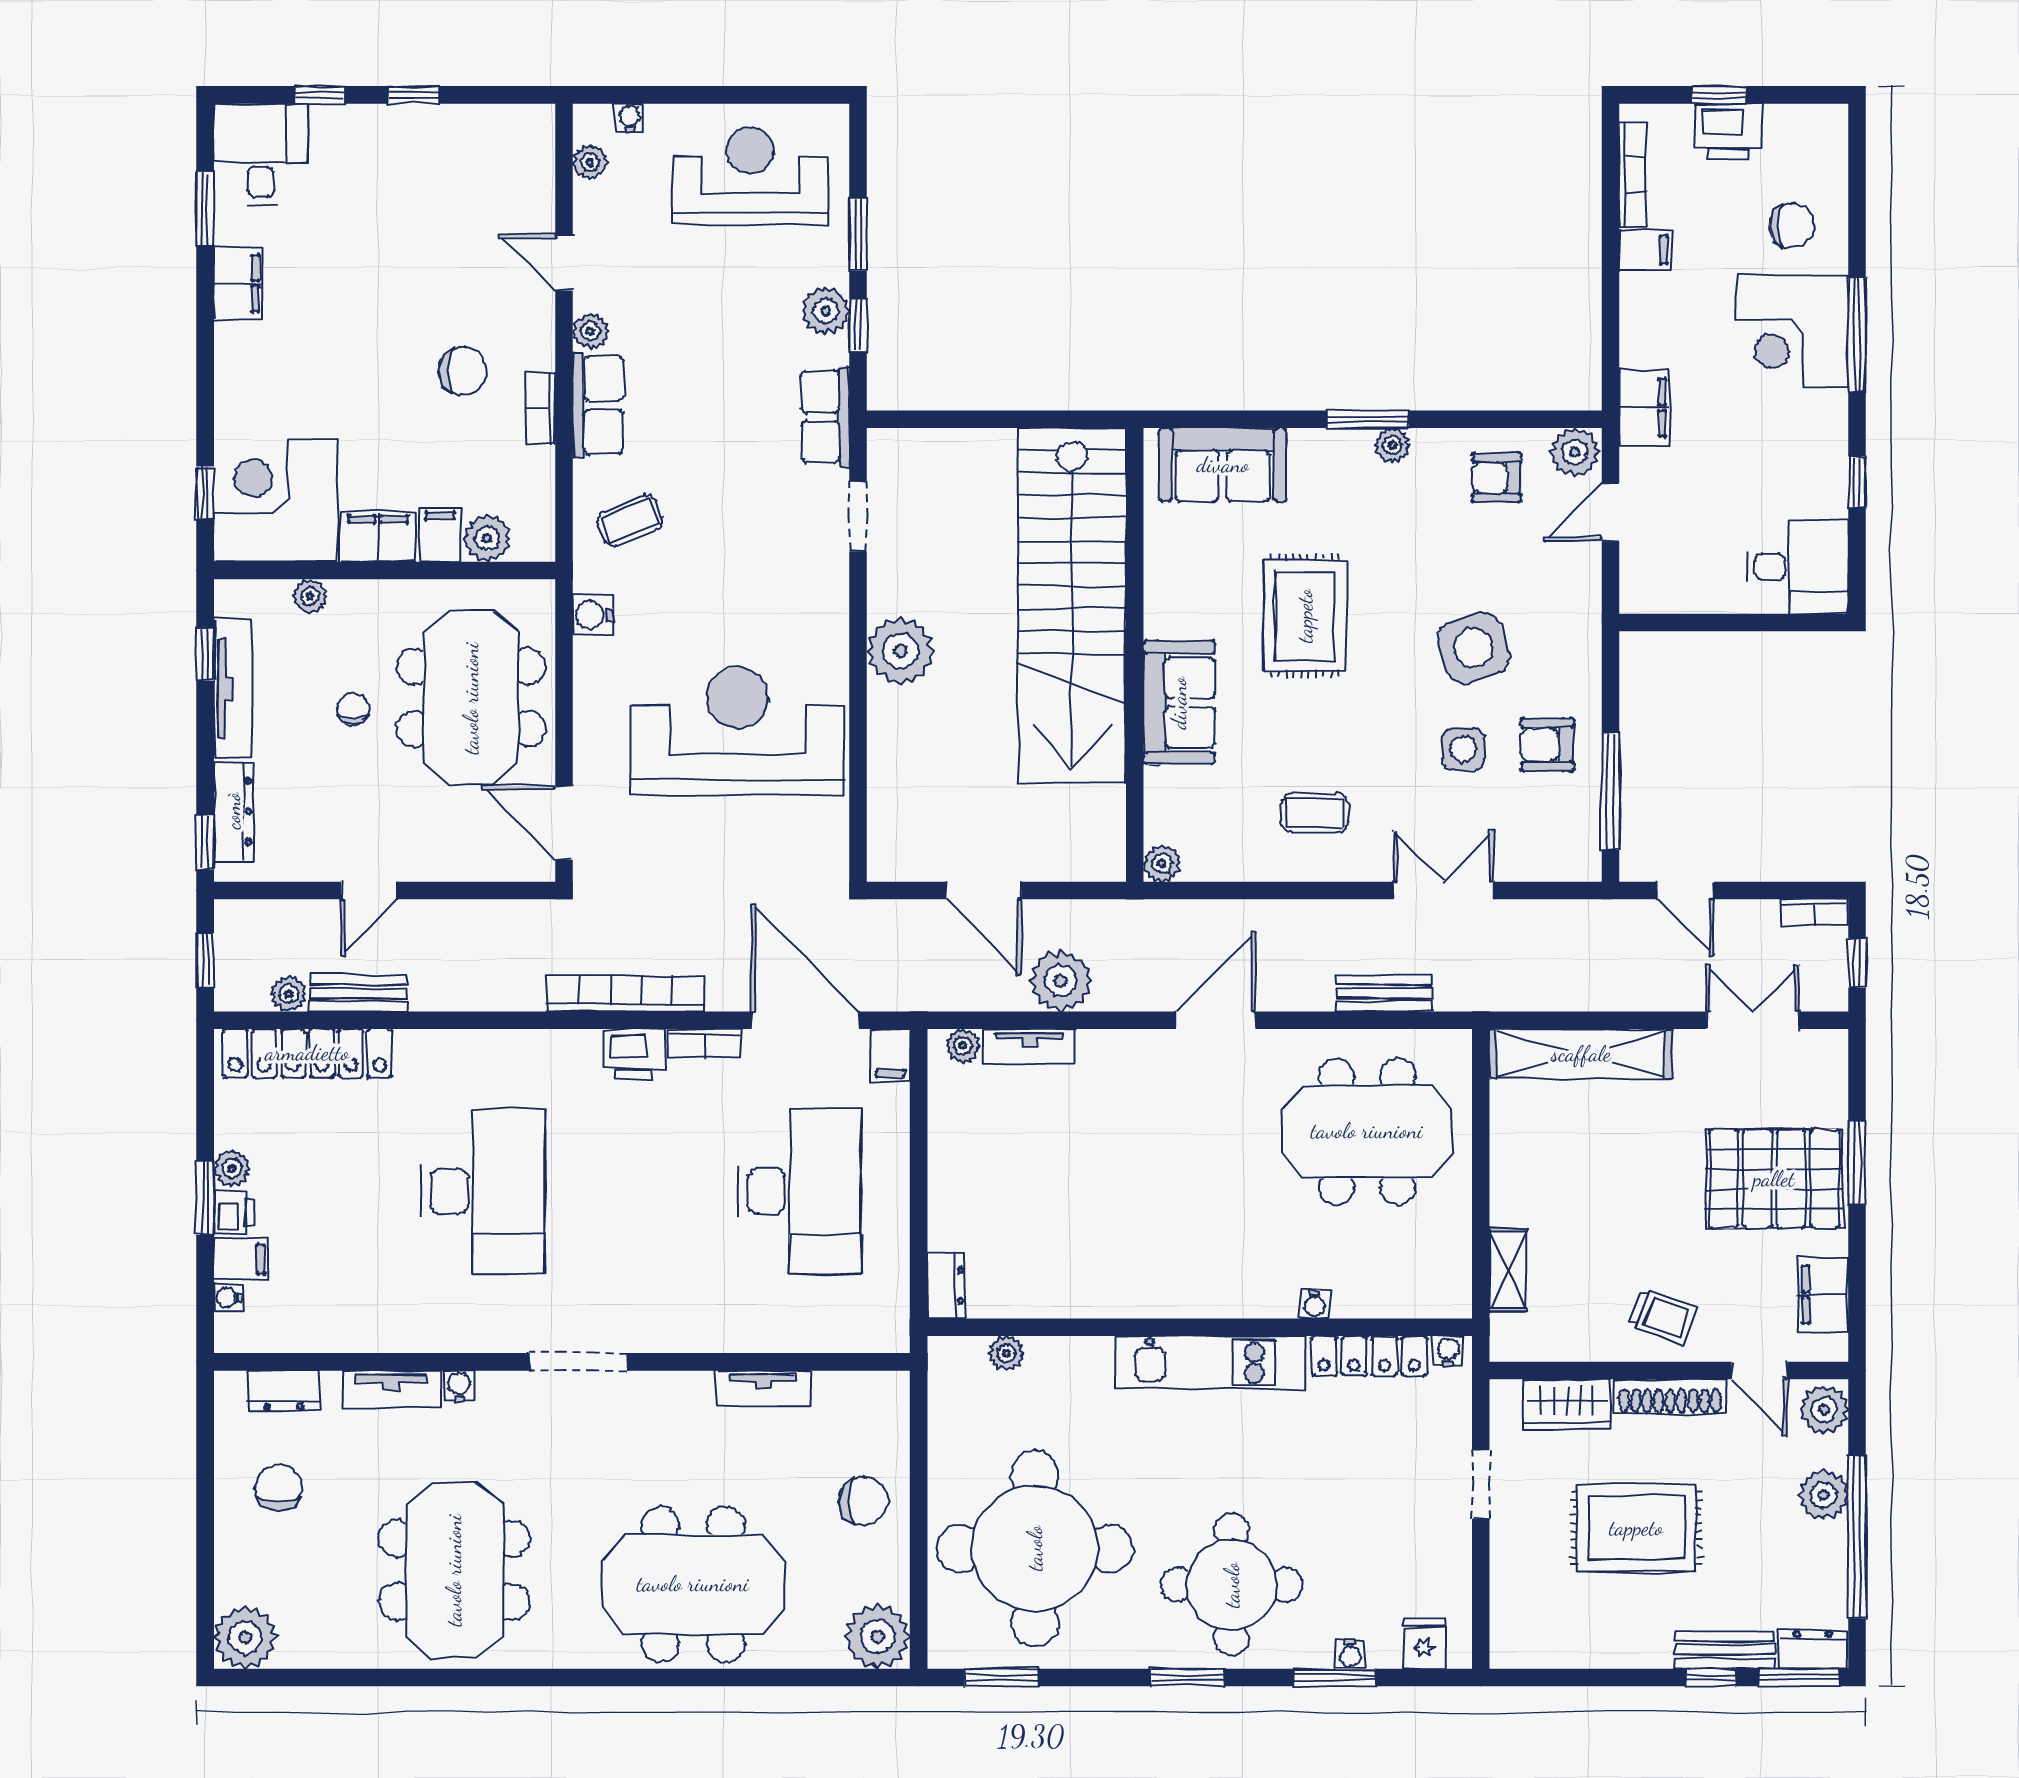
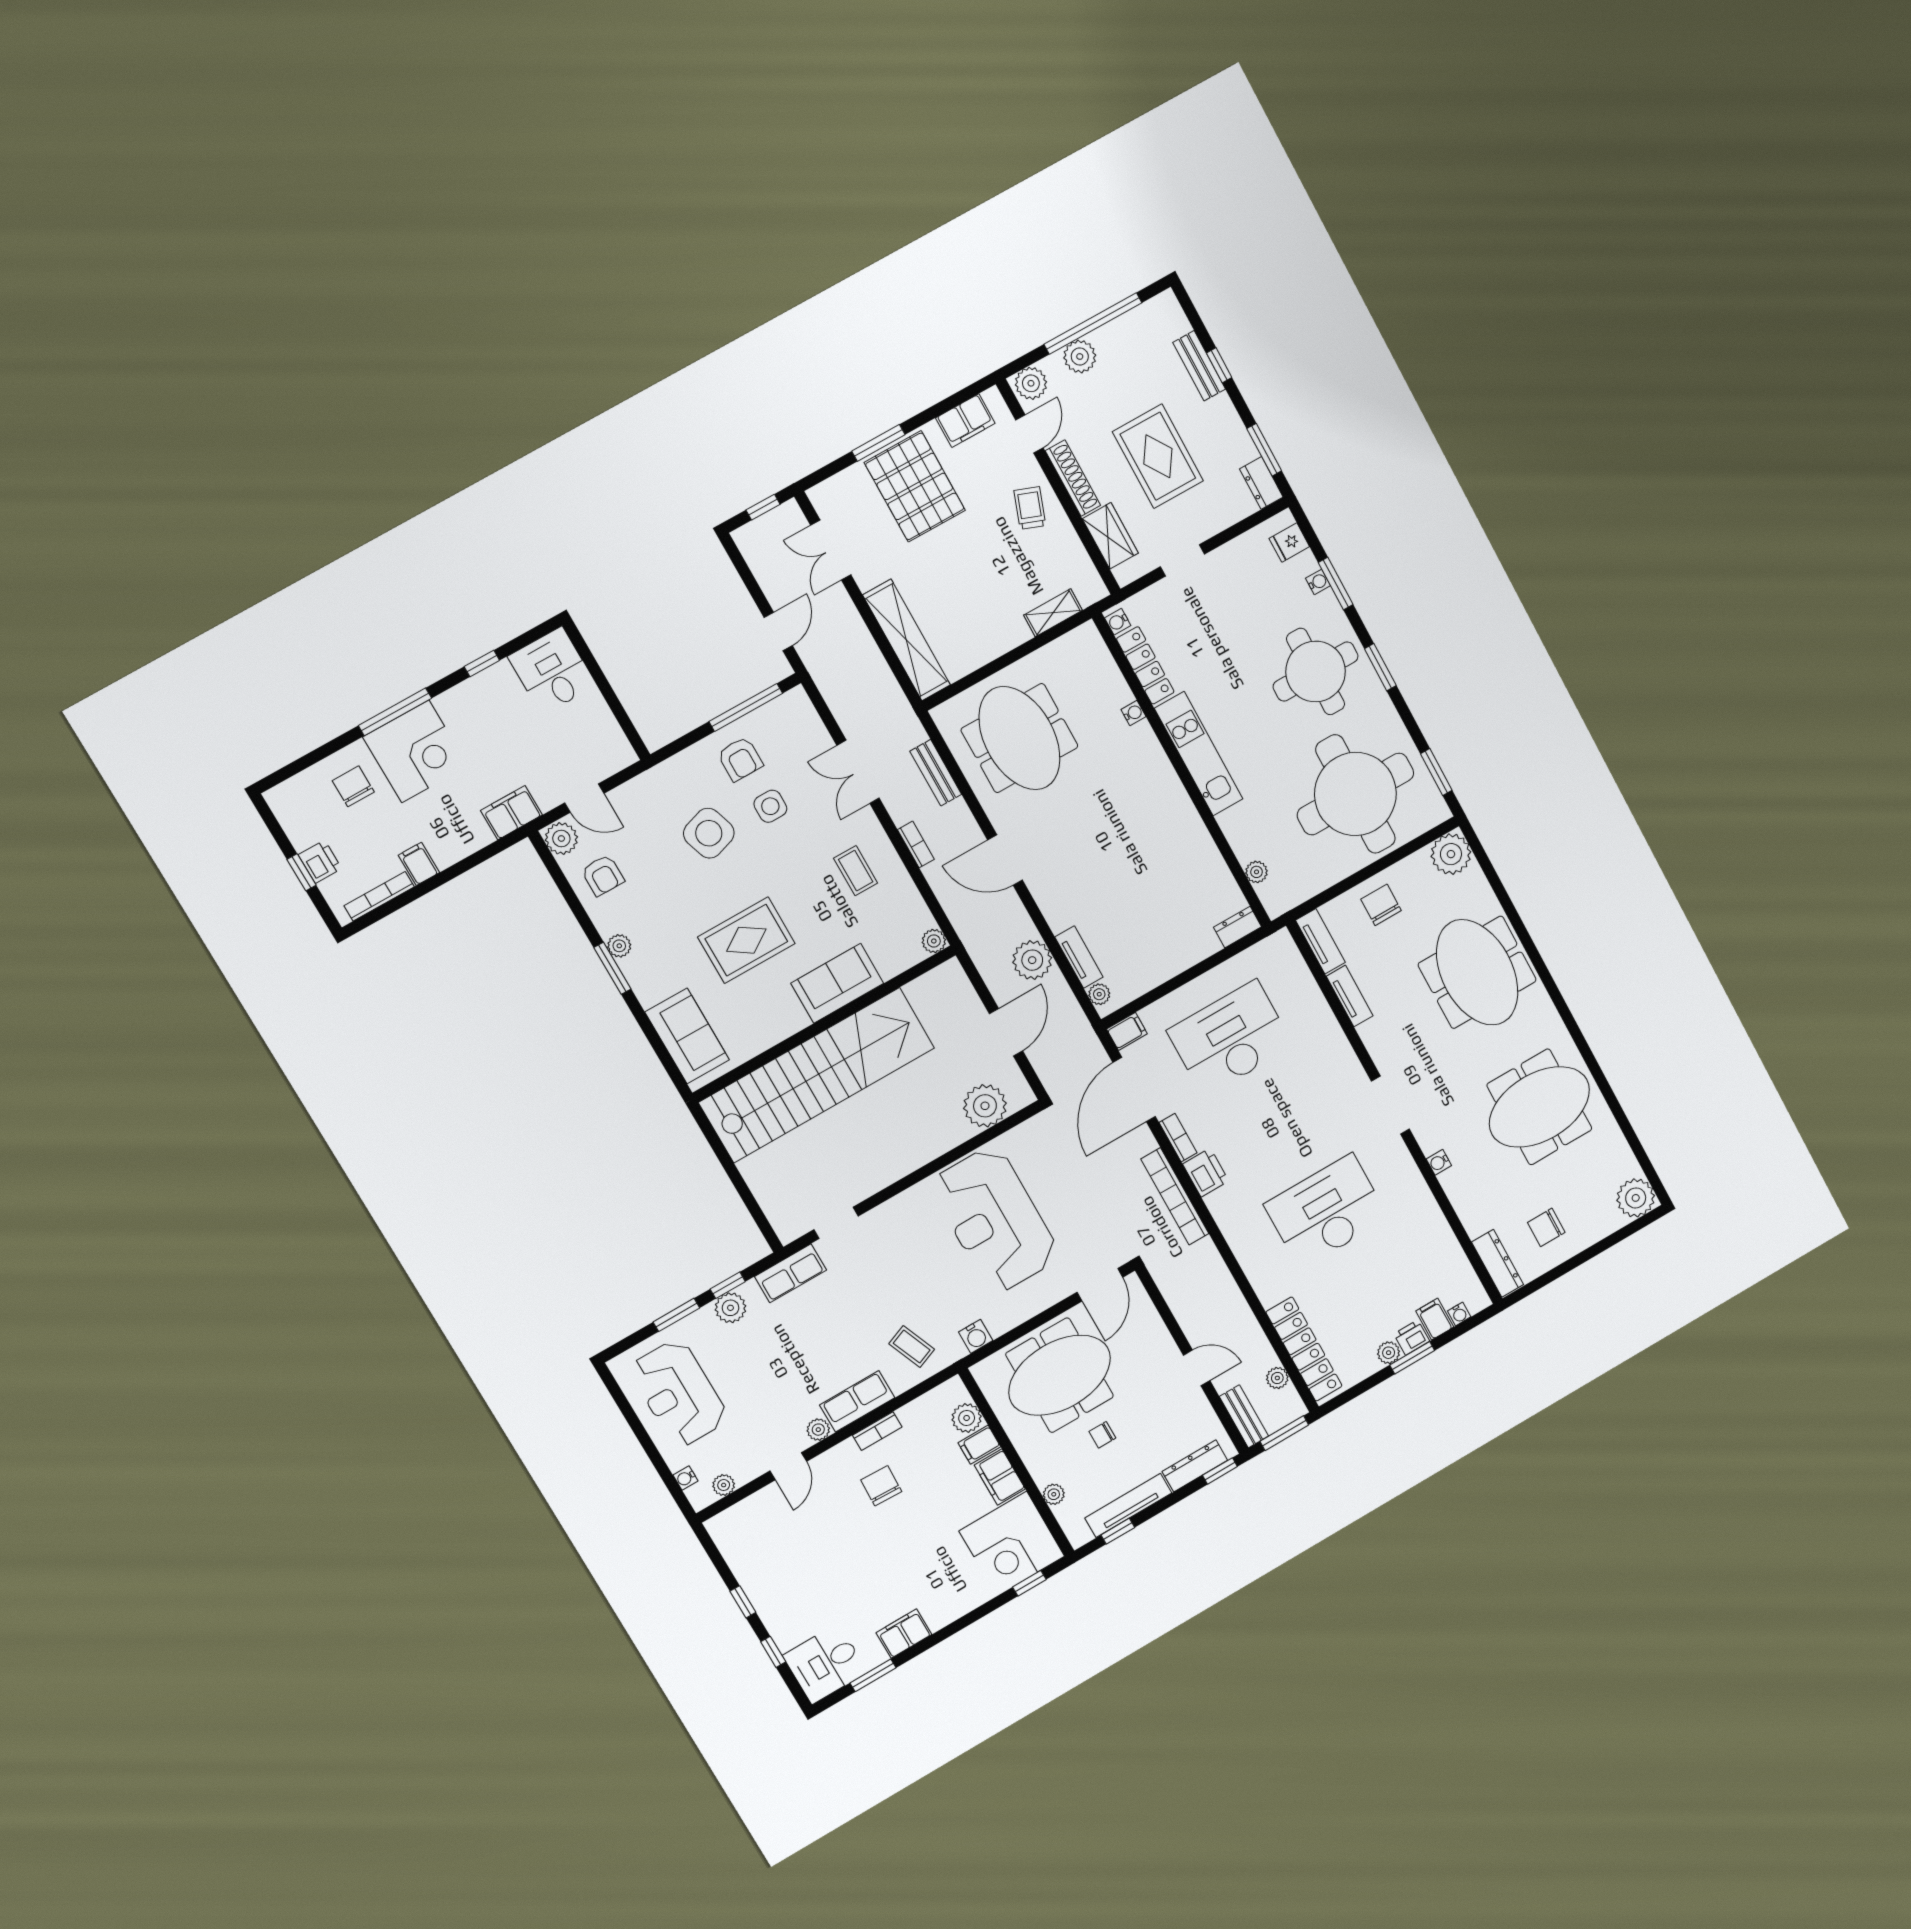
printer: (1728, 131) -> (320, 862), width x0.73, depth x0.81
plant: (900, 651) -> (985, 1106), moved
bookcase: (1815, 913) -> (916, 844), moved
window: (205, 960) -> (1284, 1433), width x1.50
bench: (358, 993) -> (1244, 1416), moved
tv unit: (392, 1389) -> (1320, 941), moved
dresser: (284, 1391) -> (1498, 1263), width x1.44
dresser: (1813, 1649) -> (1261, 483), moved
window: (1799, 1678) -> (1264, 450), moved

